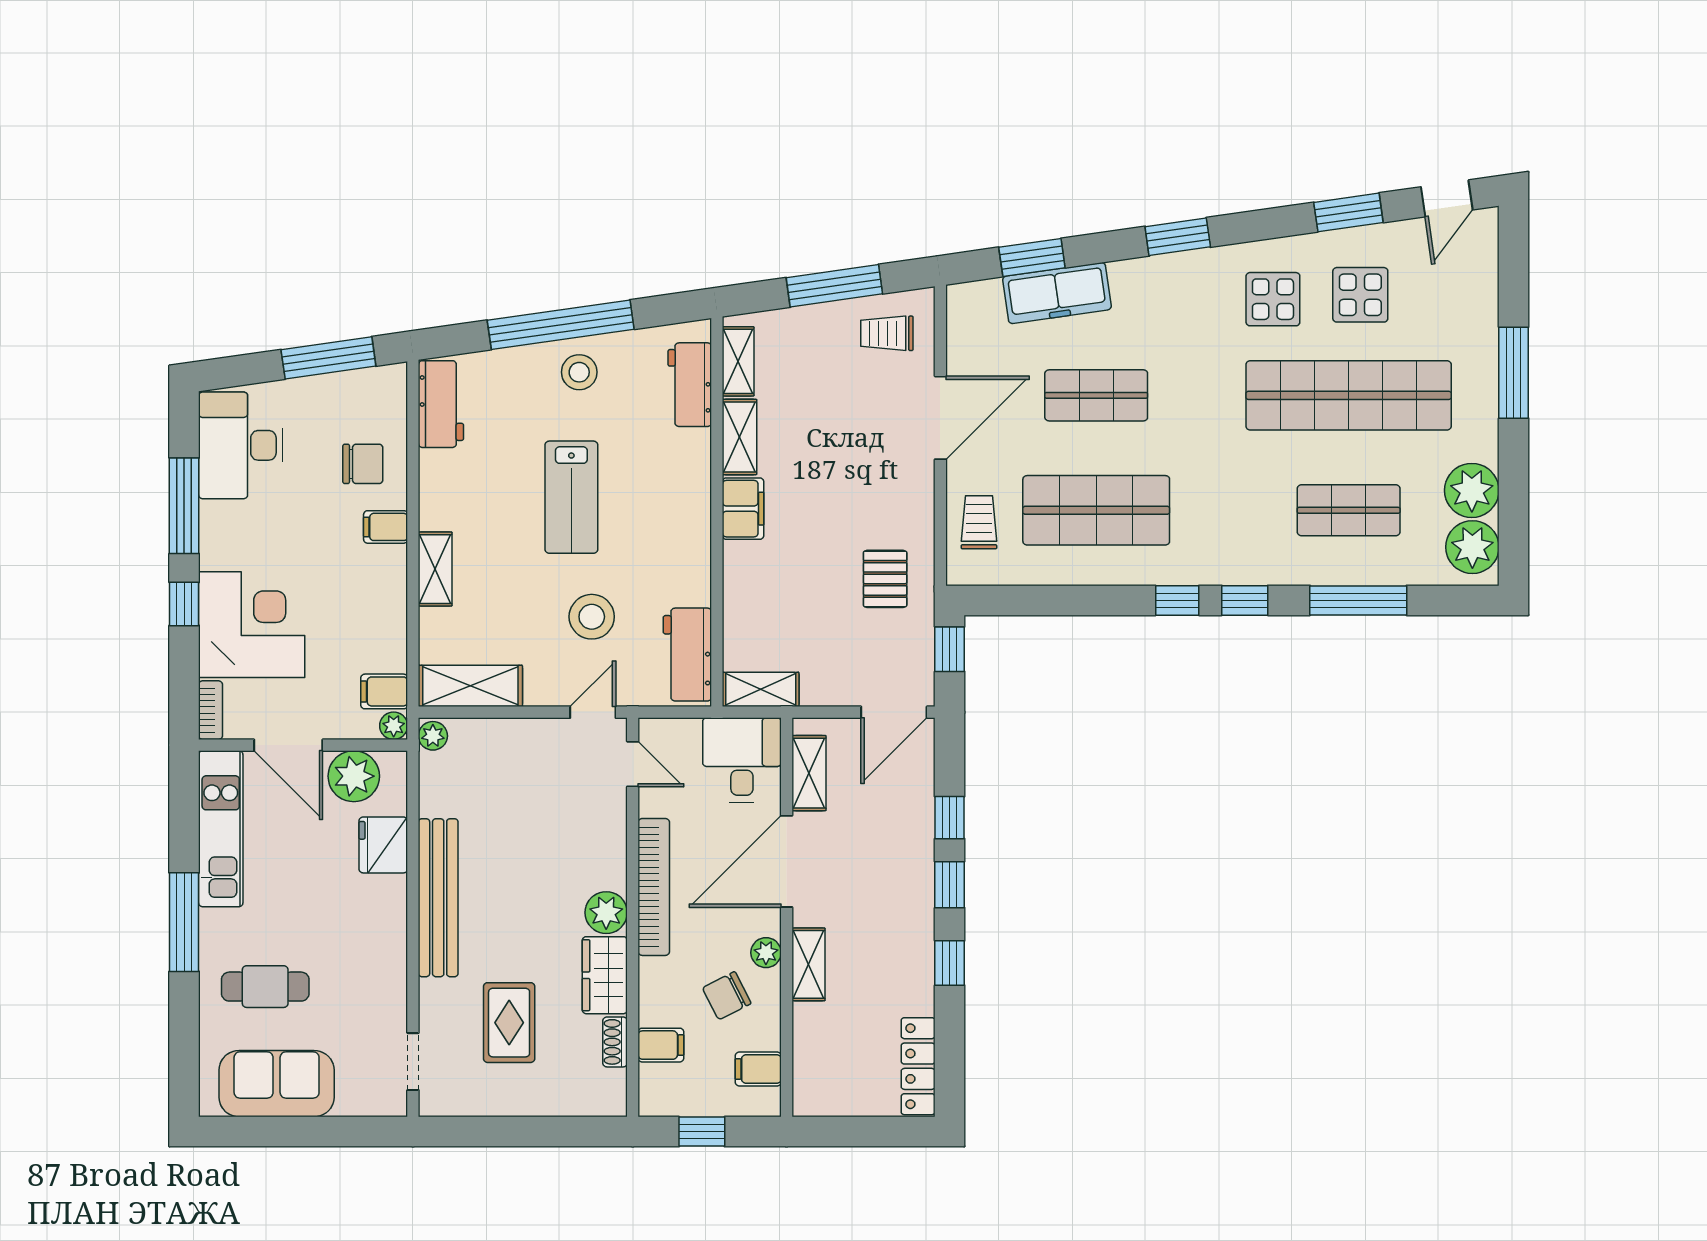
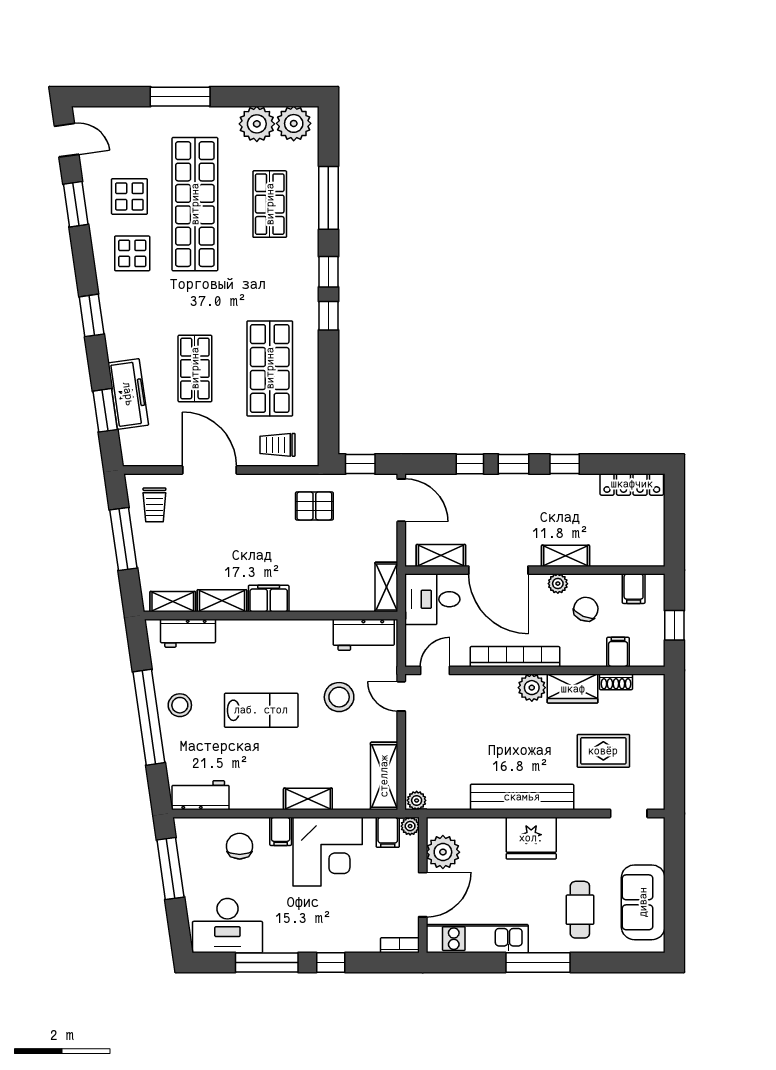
corner desk: (252, 625) -> (328, 852), moved, turned 180
fridge: (383, 845) -> (531, 838), moved, width x1.36, depth x1.34
chair: (727, 996) -> (586, 609), turned -129

